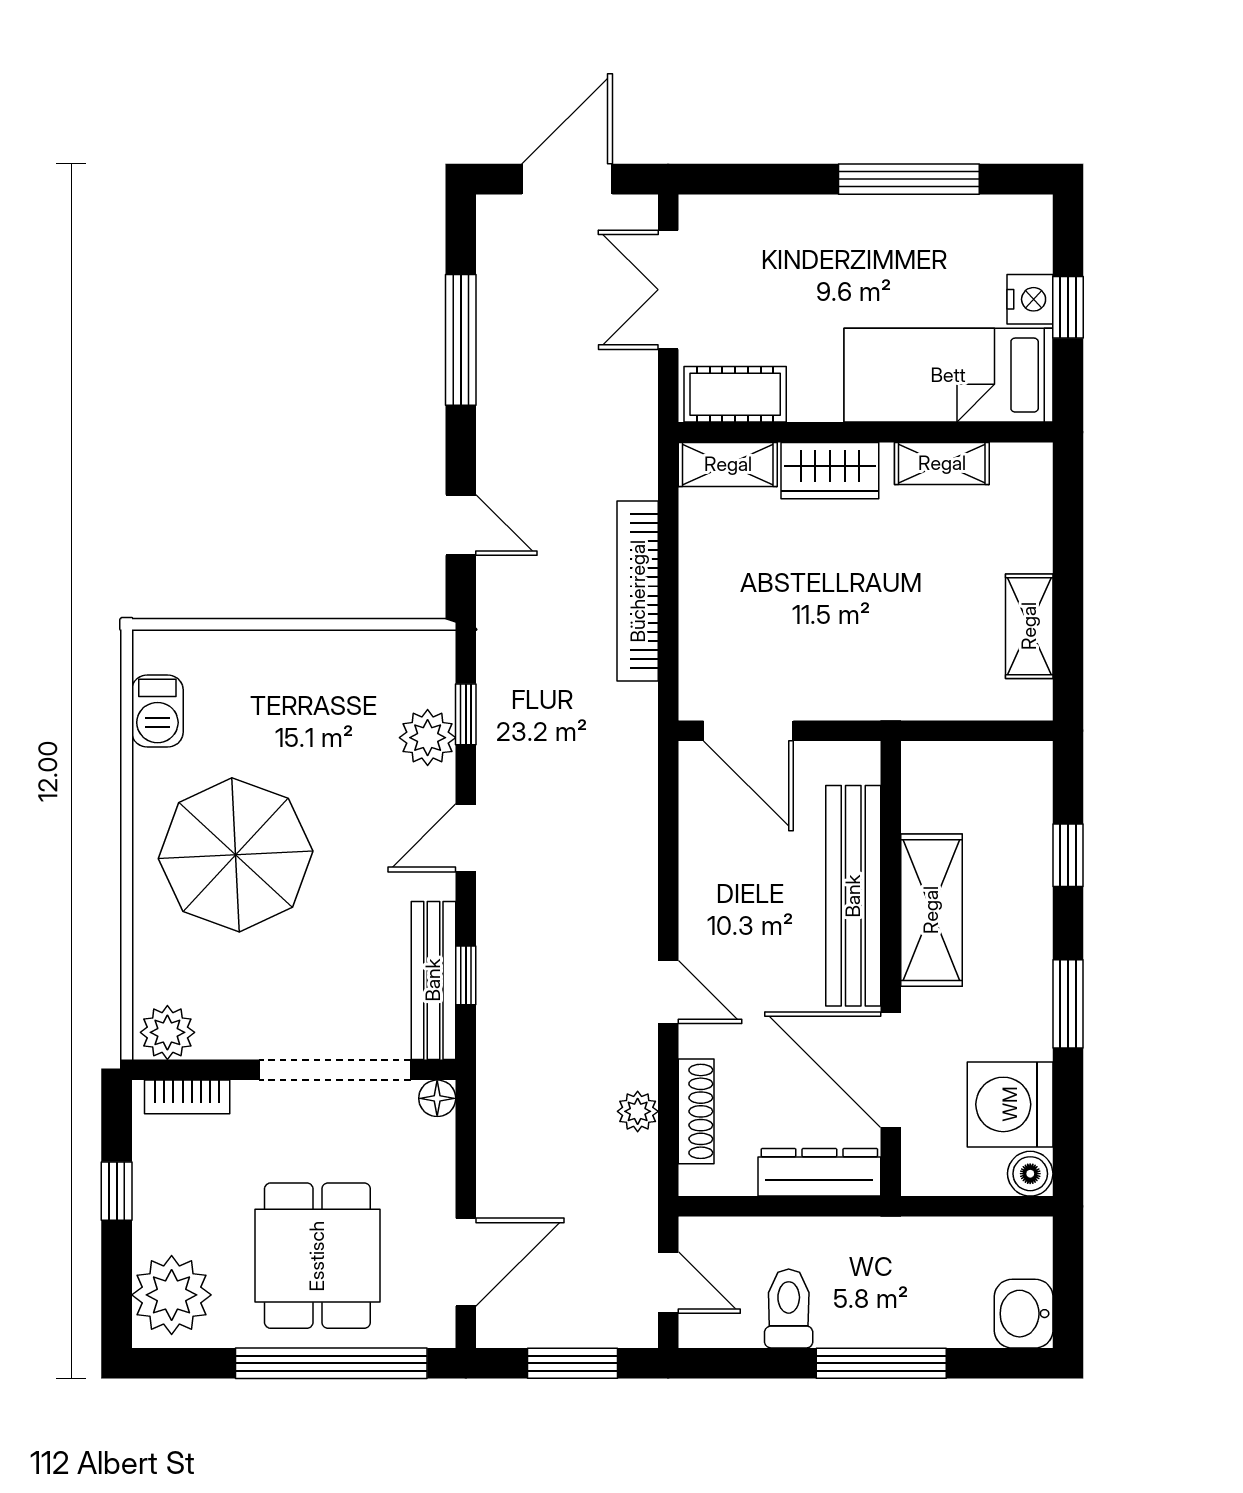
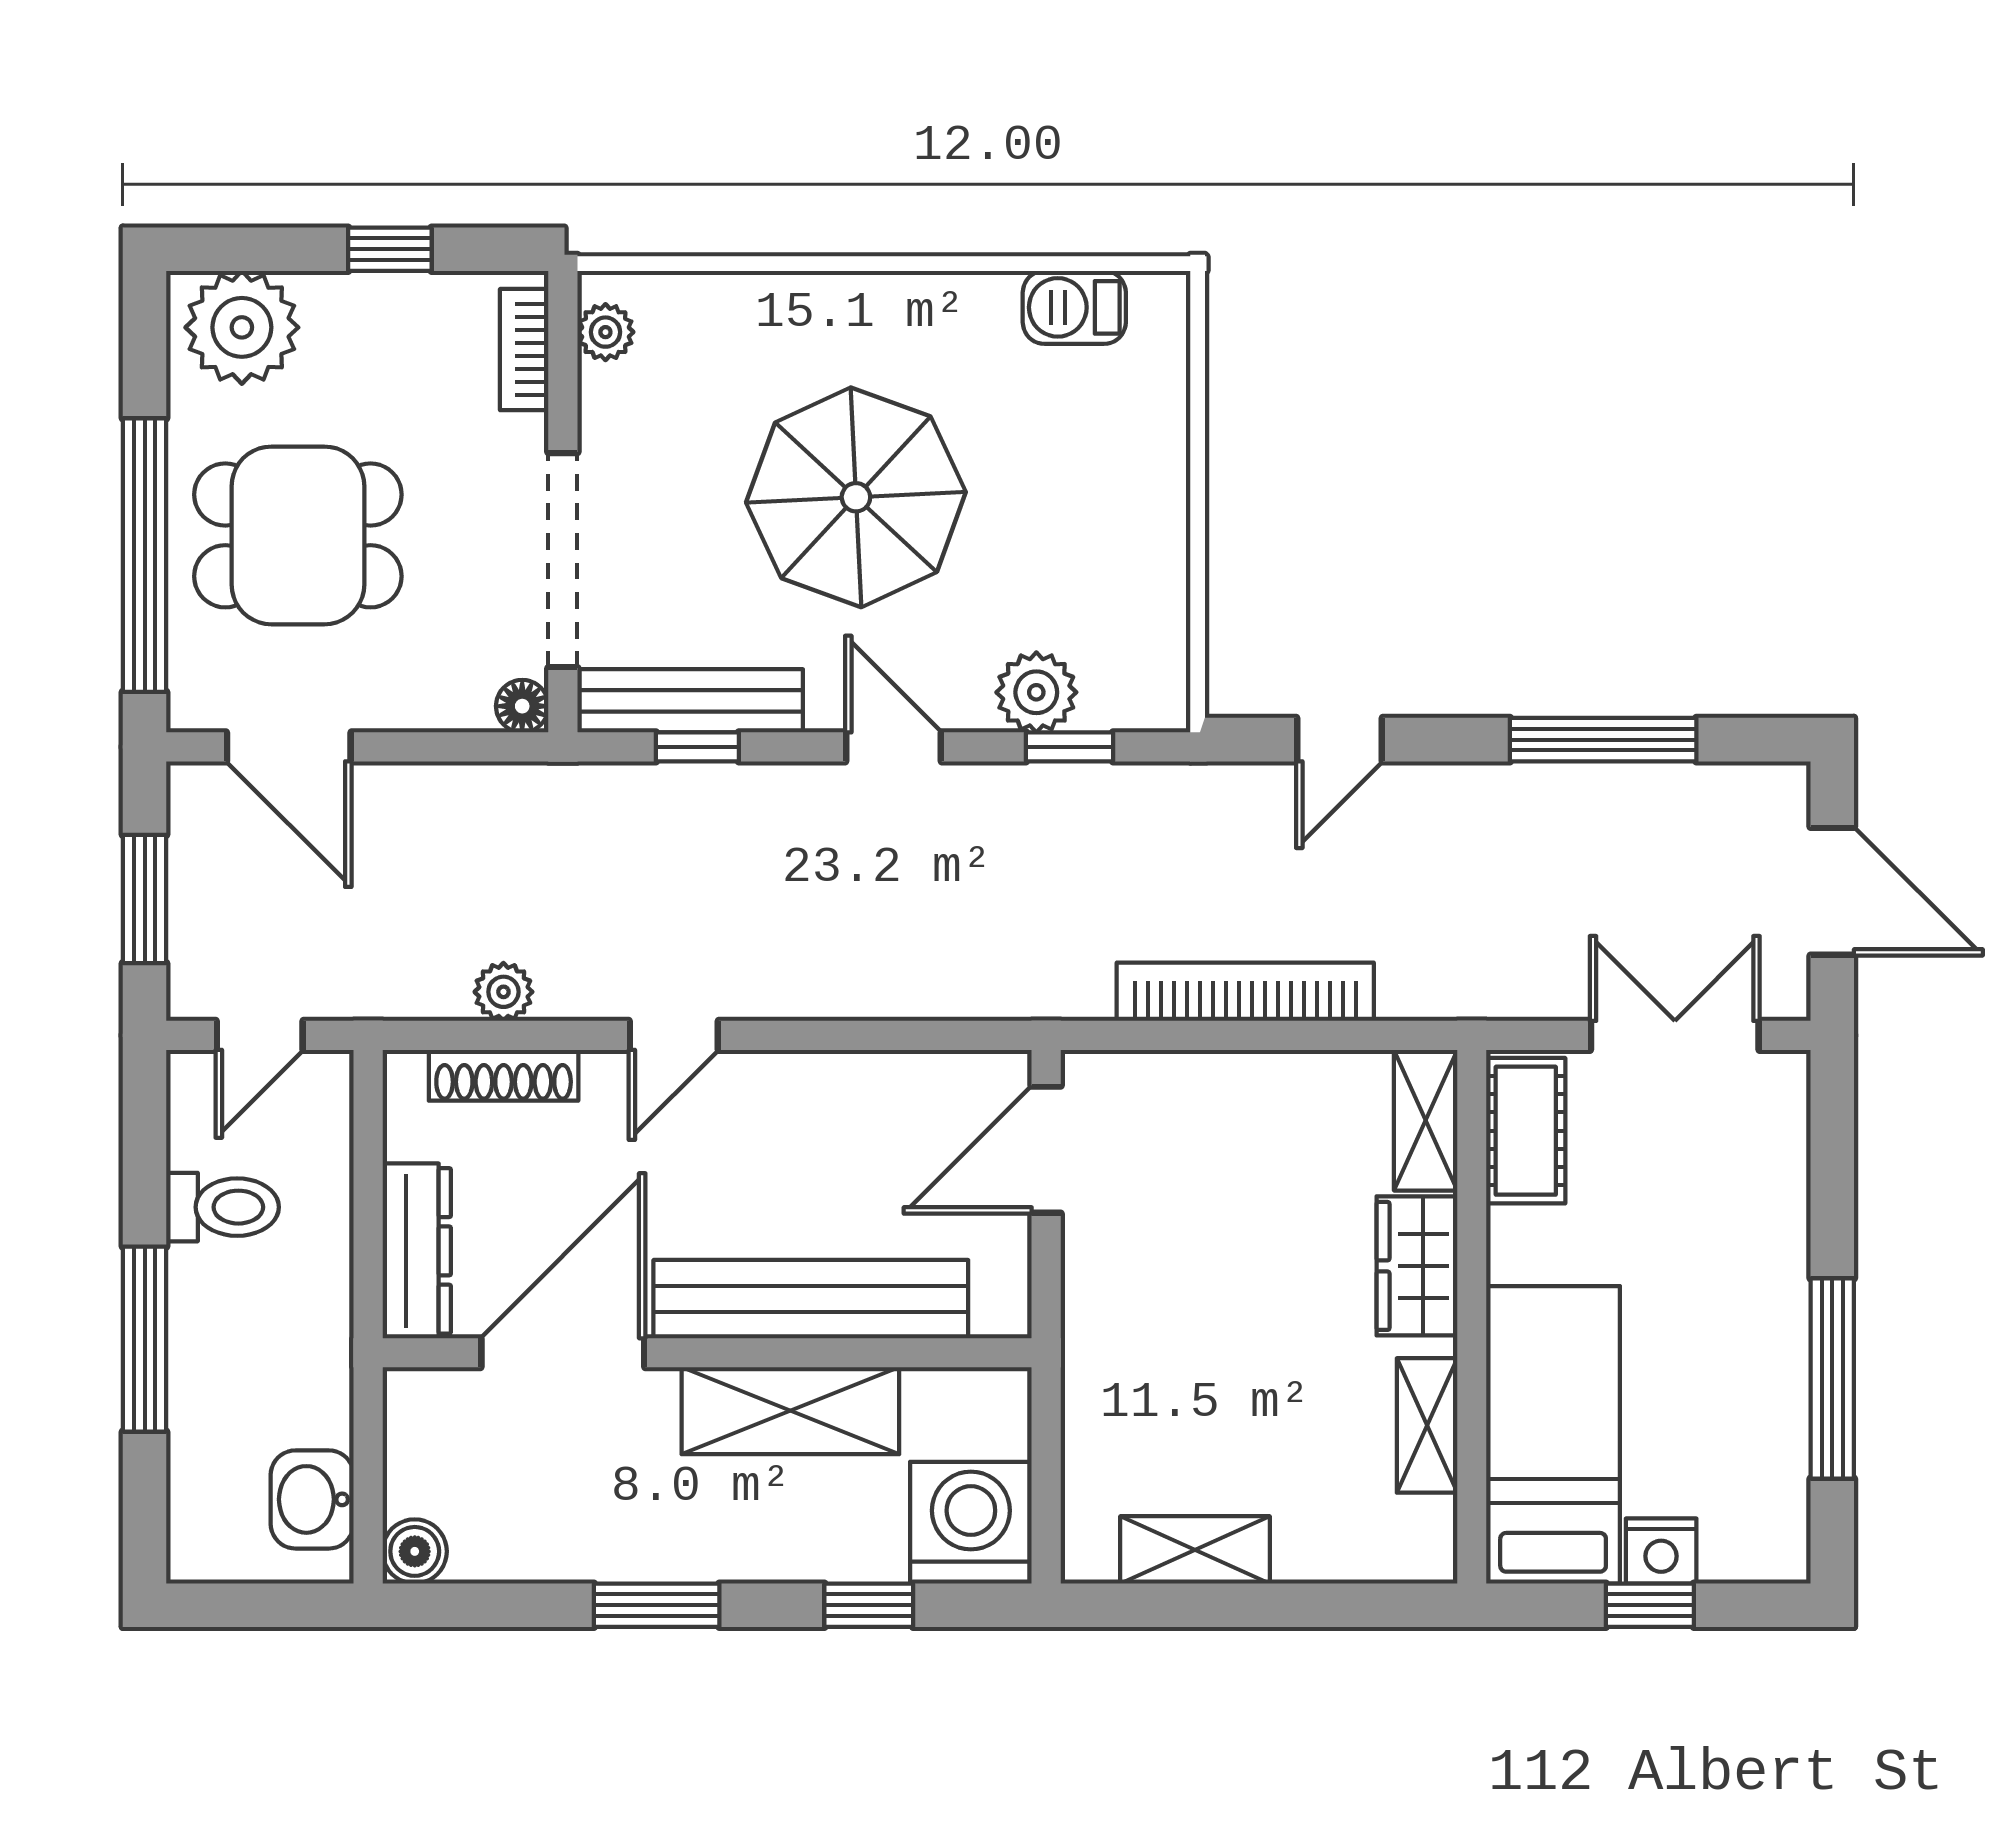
parasol: (236, 855) -> (856, 497), moved
plant: (167, 1032) -> (605, 332), width x0.73, depth x0.73
washing machine: (1010, 1104) -> (971, 1523), moved
washbasin: (1024, 1314) -> (312, 1499), moved, turned -90

